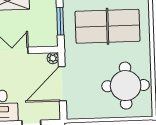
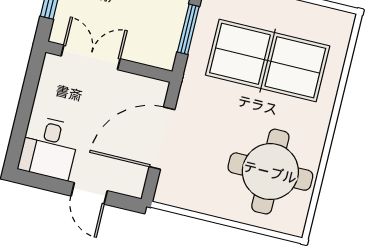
plant: (53, 58) -> (158, 89), removed

